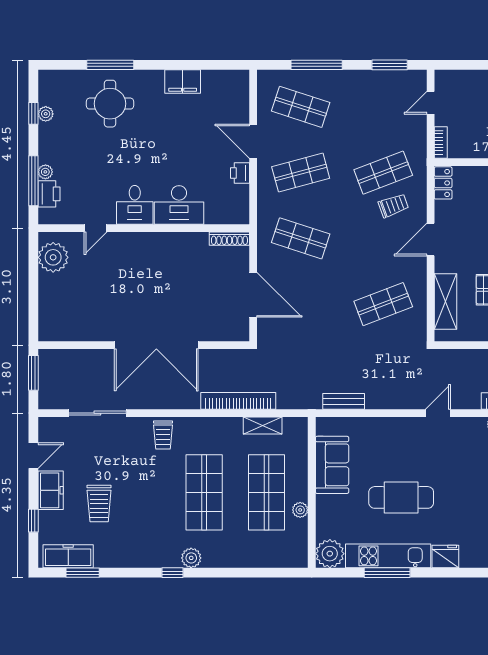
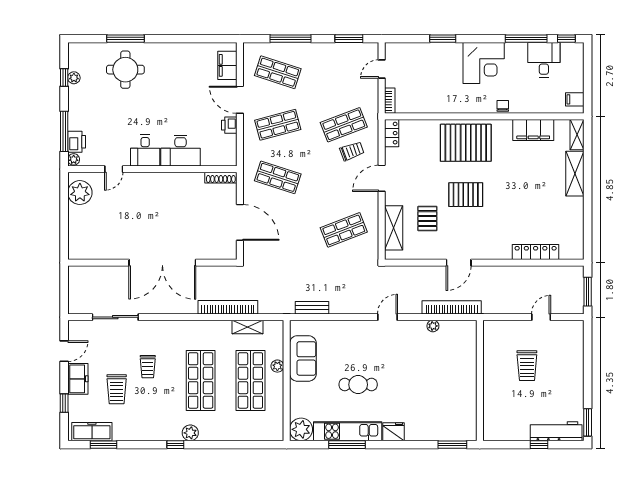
filing cabinet: (183, 81) -> (227, 65), moved, turned 90
plant: (45, 172) -> (74, 159), moved
window: (33, 373) -> (64, 285), removed
trolley: (163, 435) -> (148, 367), moved
cafe table: (401, 497) -> (358, 385), width x0.73, depth x0.74
plant: (300, 510) -> (277, 366), moved

